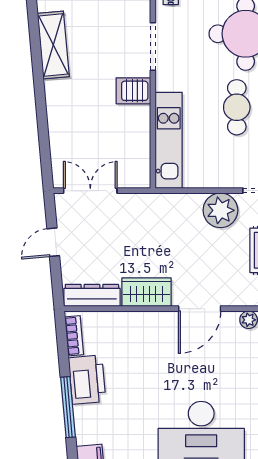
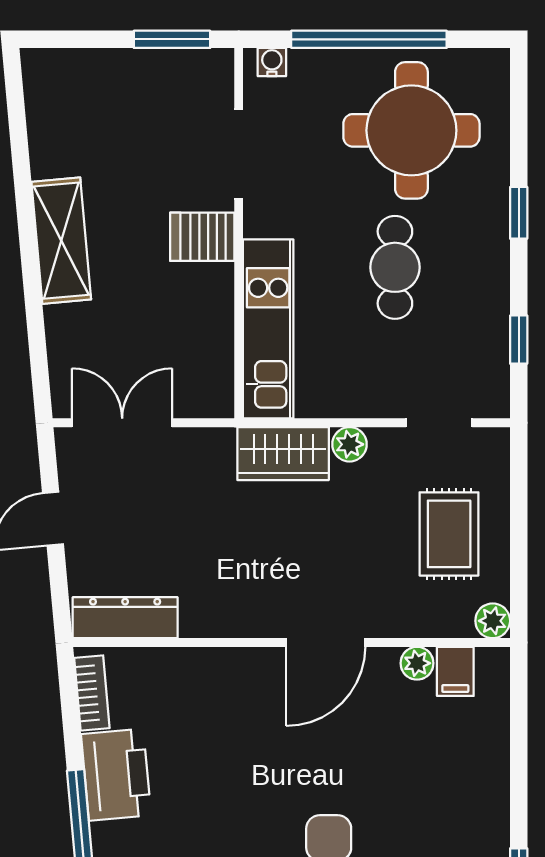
shelving: (53, 45) -> (61, 241), moved
plant: (220, 210) -> (350, 444), width x0.53, depth x0.53
wardrobe: (146, 292) -> (283, 454), moved, turned 180

